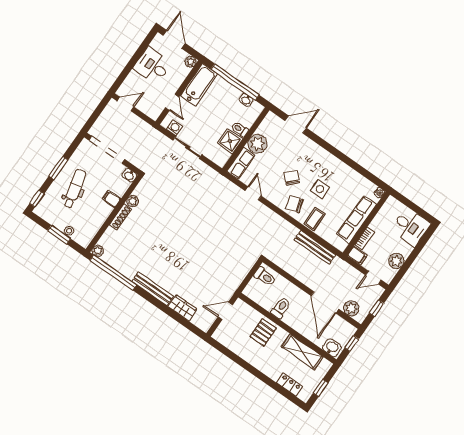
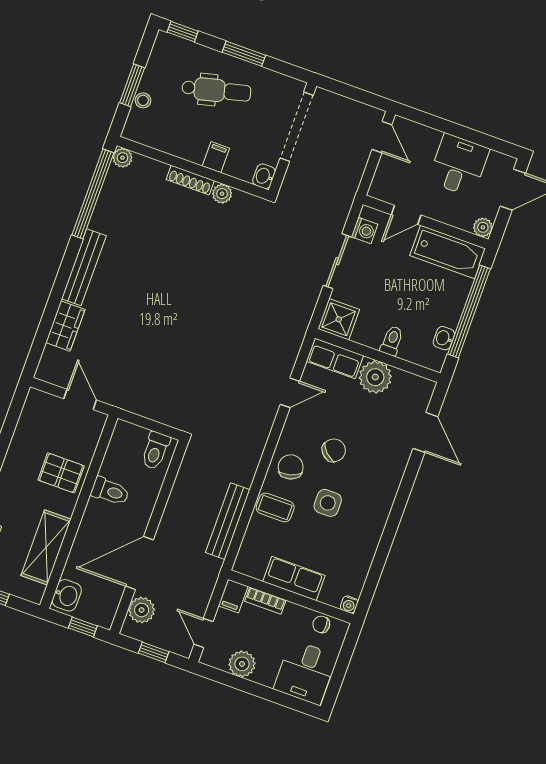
shower: (230, 141) -> (339, 319), moved
chair: (386, 211) -> (321, 624), added
row of seats: (357, 219) -> (294, 578), width x0.68

